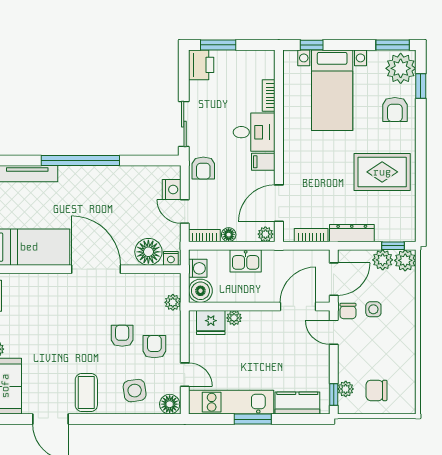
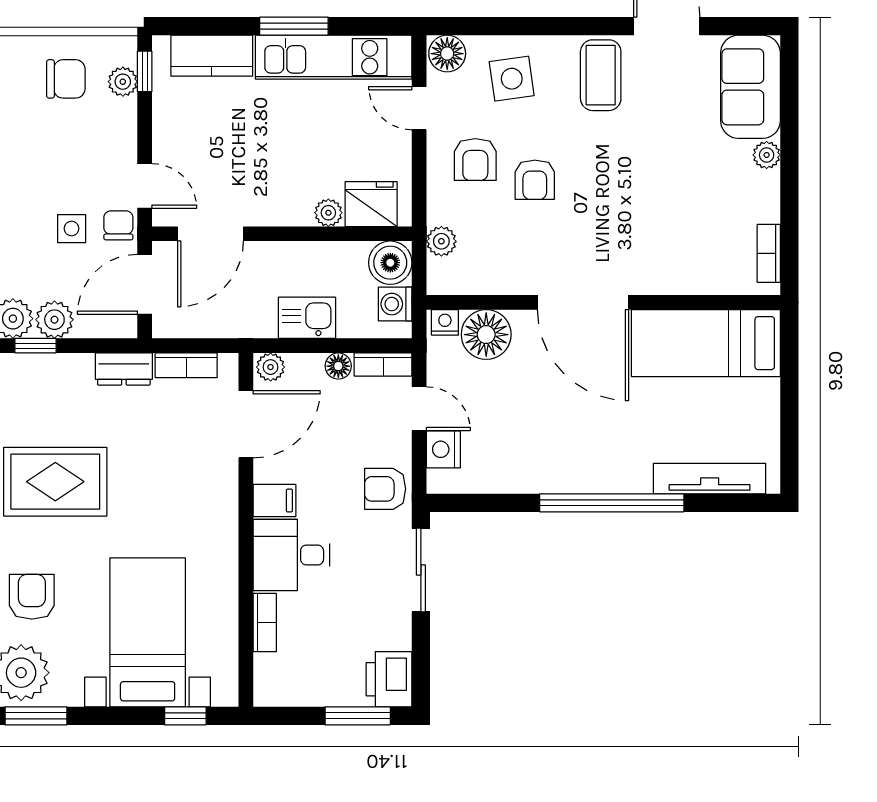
armchair: (203, 168) -> (385, 489), turned -90
dresser: (352, 233) -> (124, 369), width x0.70

